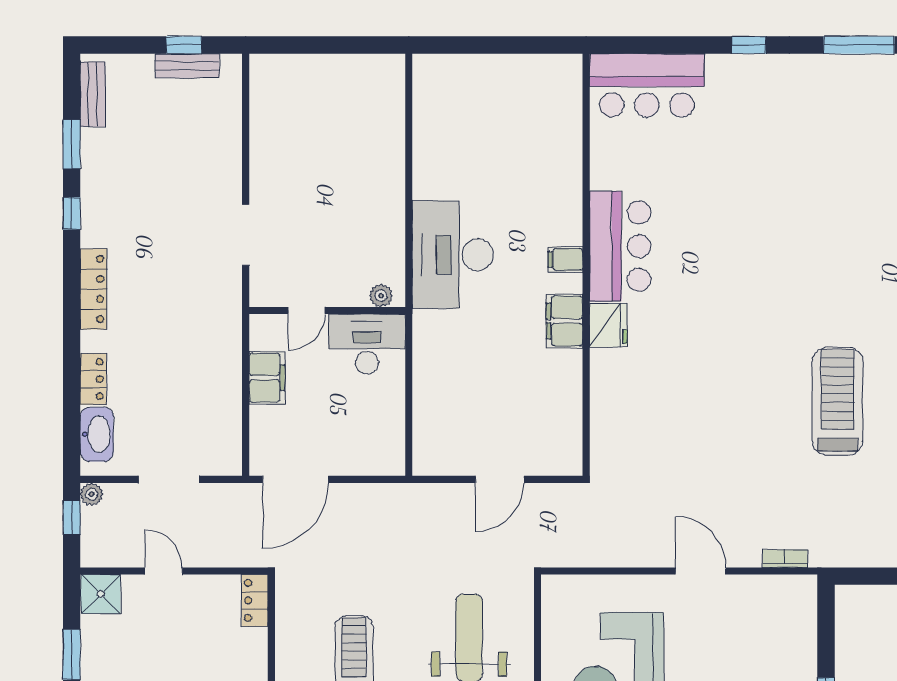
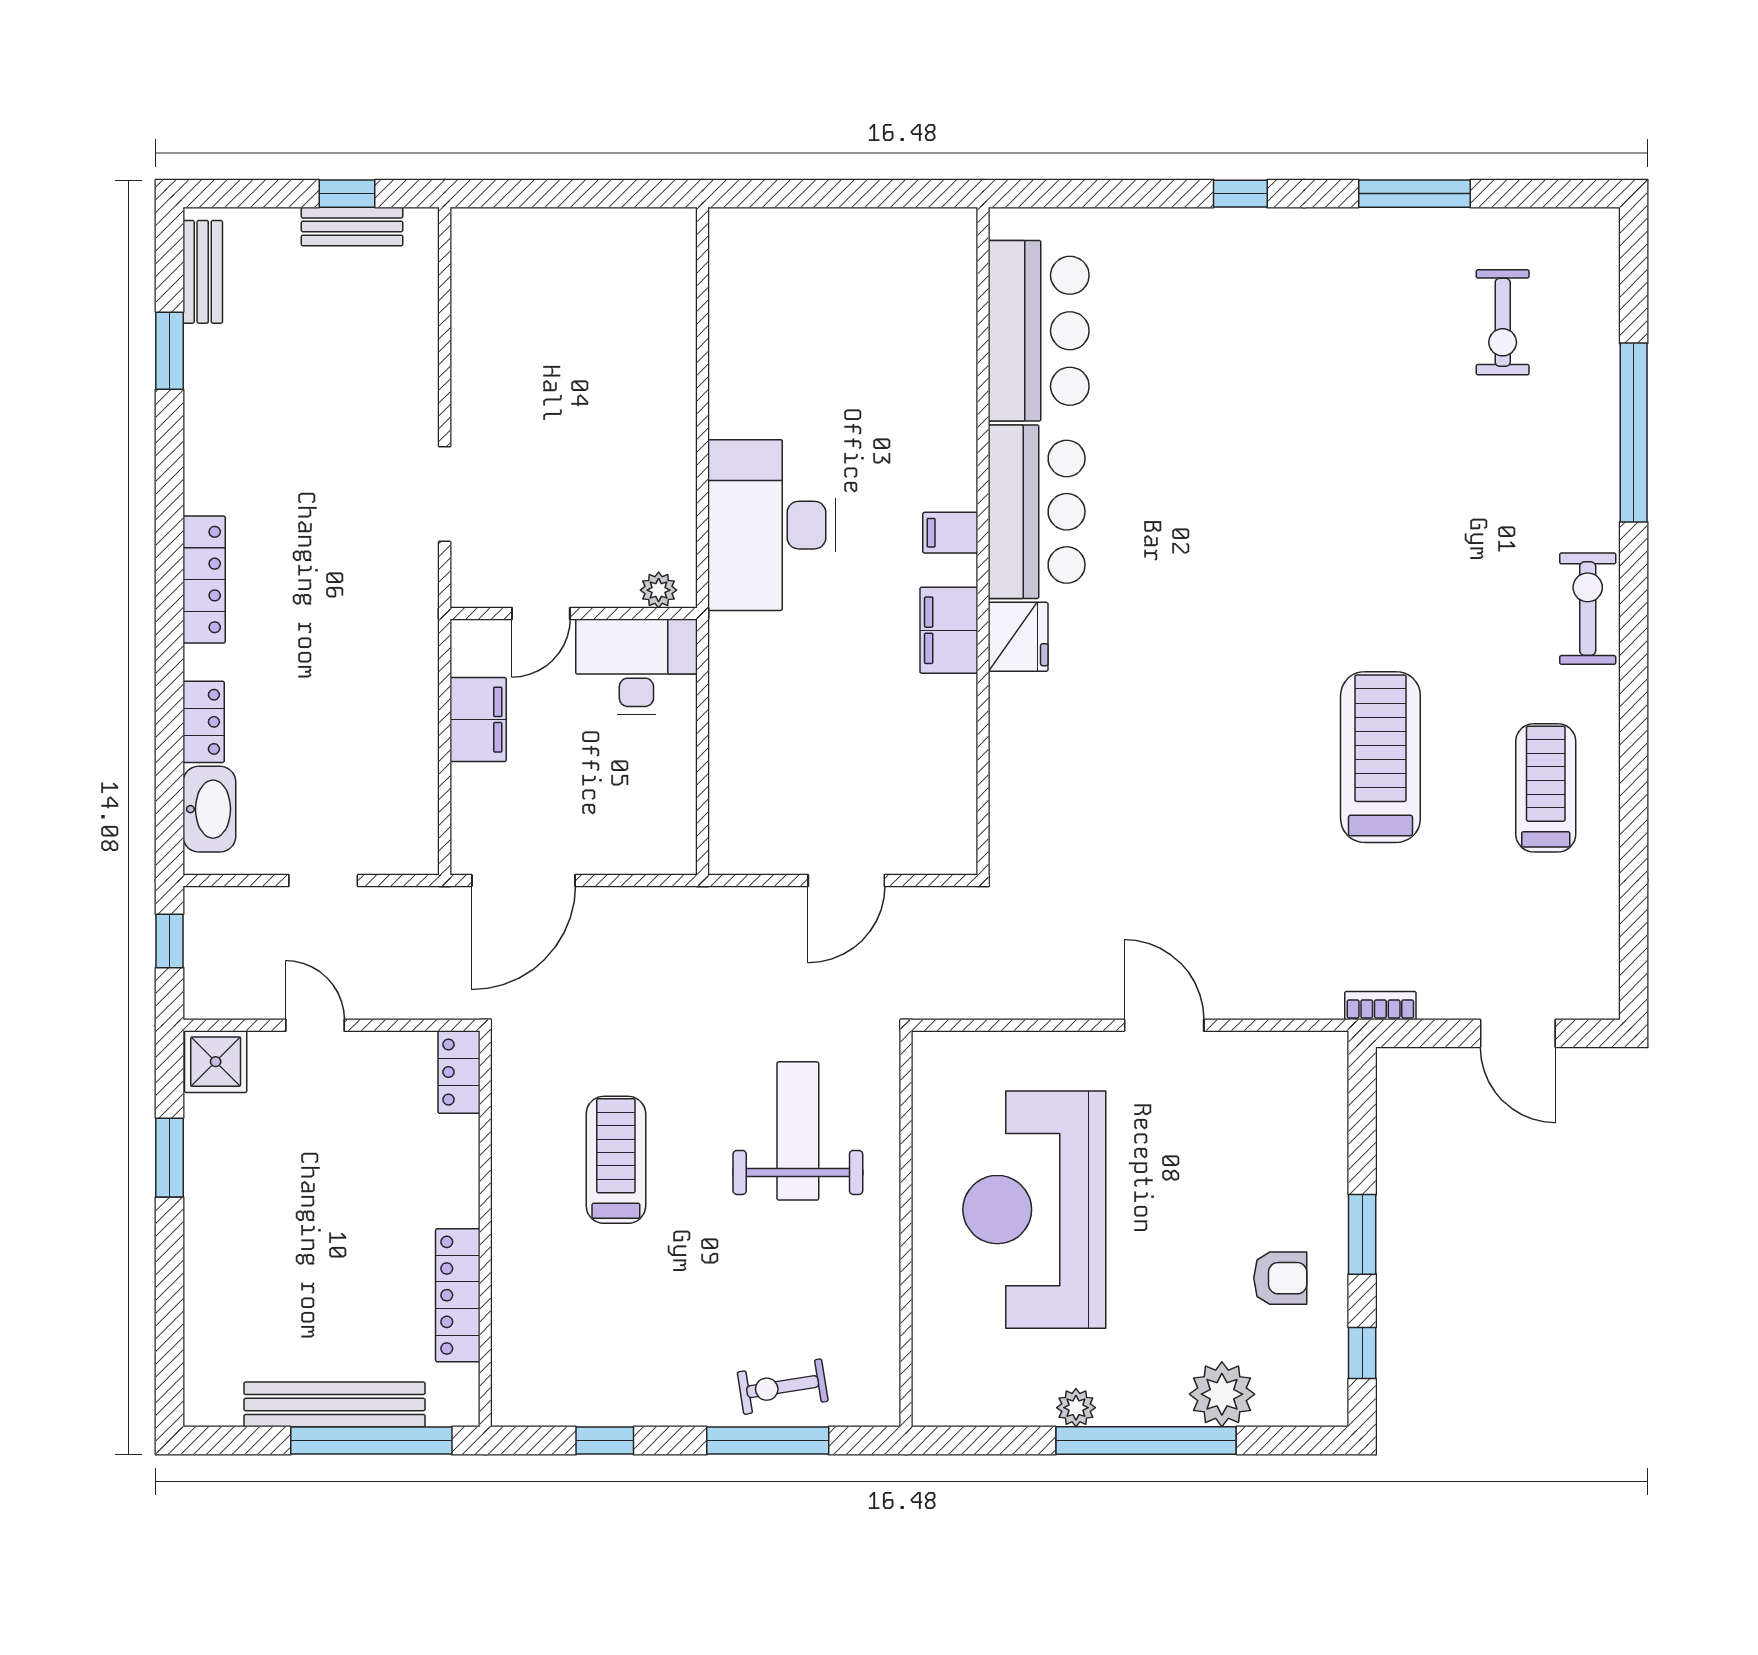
bar counter: (647, 85) -> (1039, 331), moved, turned -90
window: (72, 213) -> (170, 460), removed
doorway: (169, 479) -> (323, 880), width x0.73
plant: (92, 494) -> (201, 904), removed
bookcase: (785, 559) -> (1380, 1006), moved

